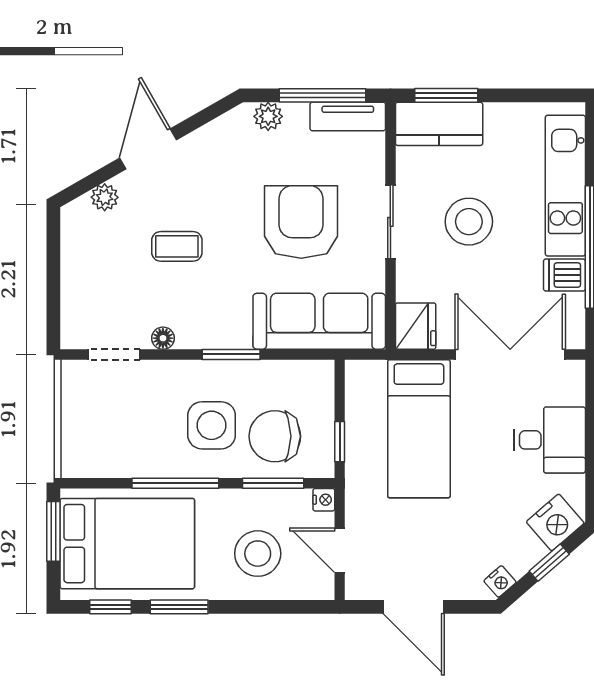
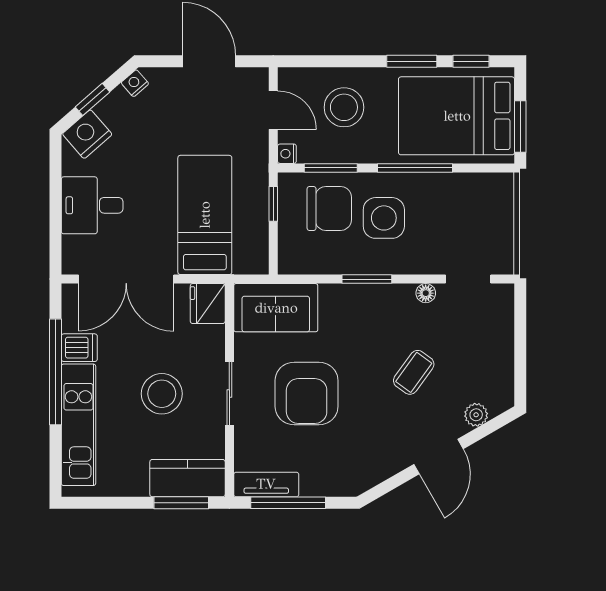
plant: (268, 116) -> (335, 485), removed
coffee table: (177, 246) -> (414, 372), turned -54
sofa: (319, 321) -> (276, 308), width x0.73

